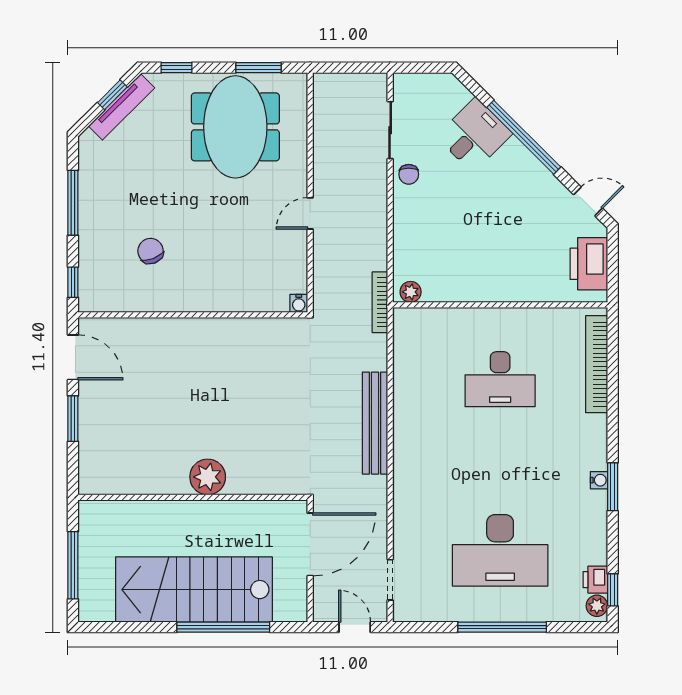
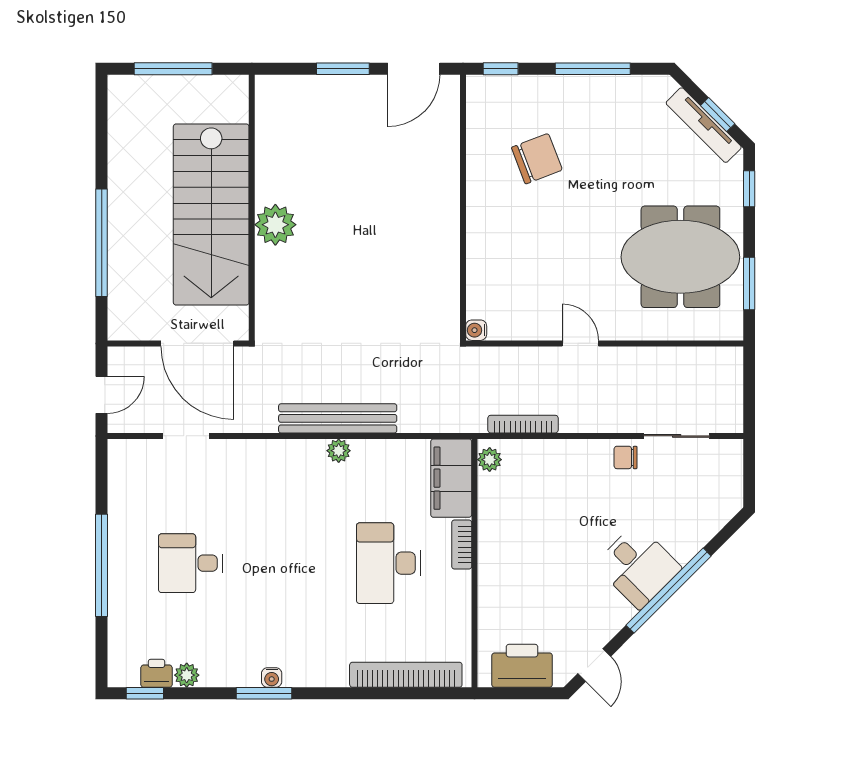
desk: (474, 135) -> (638, 566), moved
chair: (151, 251) -> (537, 159), width x1.37, depth x1.37
bookcase: (380, 302) -> (523, 424), moved
bookcase: (484, 316) -> (462, 544), added
filing cabinet: (427, 325) -> (451, 478), added
plant: (403, 422) -> (339, 451), added
desk: (500, 550) -> (190, 563), width x0.53, depth x0.77
doorway: (390, 580) -> (186, 436), moved
stairs: (194, 590) -> (211, 215), moved, turned 180
plant: (597, 606) -> (187, 675), moved

